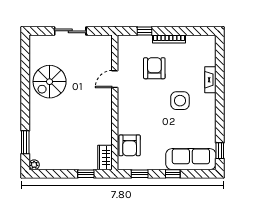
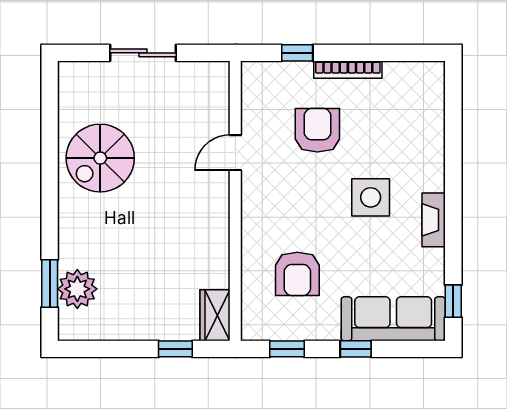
fireplace: (210, 80) -> (434, 220), moved
armchair: (130, 145) -> (297, 274), moved
plant: (34, 165) -> (77, 289), moved, width x1.88, depth x1.88

